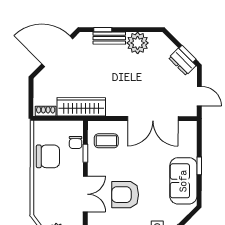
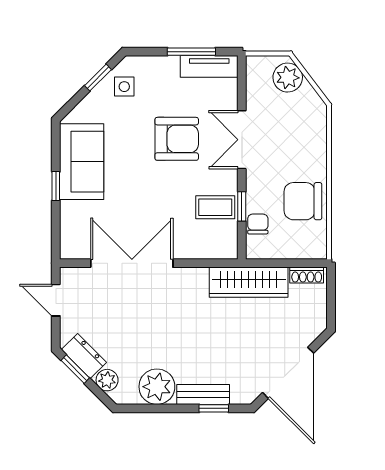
plant: (168, 47) -> (107, 380), added
door: (57, 51) -> (288, 373), hinge flipped
coffee table: (106, 141) -> (215, 207), moved

